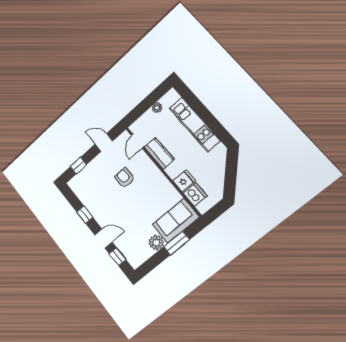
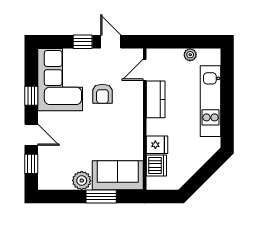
window: (78, 166) -> (83, 42), moved
armchair: (125, 178) -> (102, 94), turned 180
corner sofa: (93, 191) -> (60, 80), added

